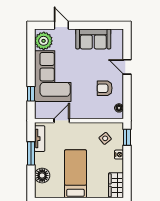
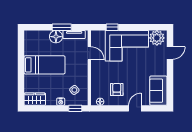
sofa: (93, 39) -> (158, 91), moved
floor lamp: (42, 176) -> (56, 37), moved

